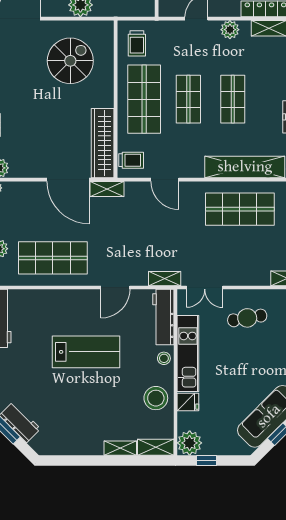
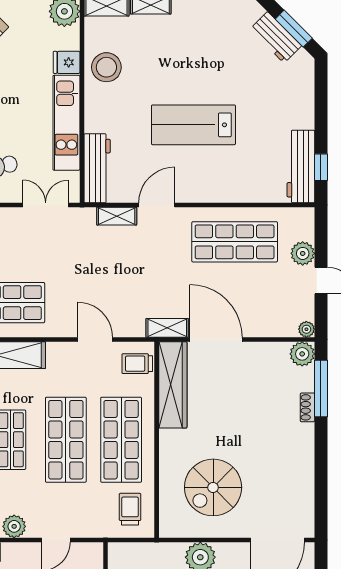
shop shelf: (188, 99) -> (66, 440), width x1.43, depth x1.36
shelving: (165, 279) -> (117, 216), moved
stool: (164, 358) -> (96, 117), removed

